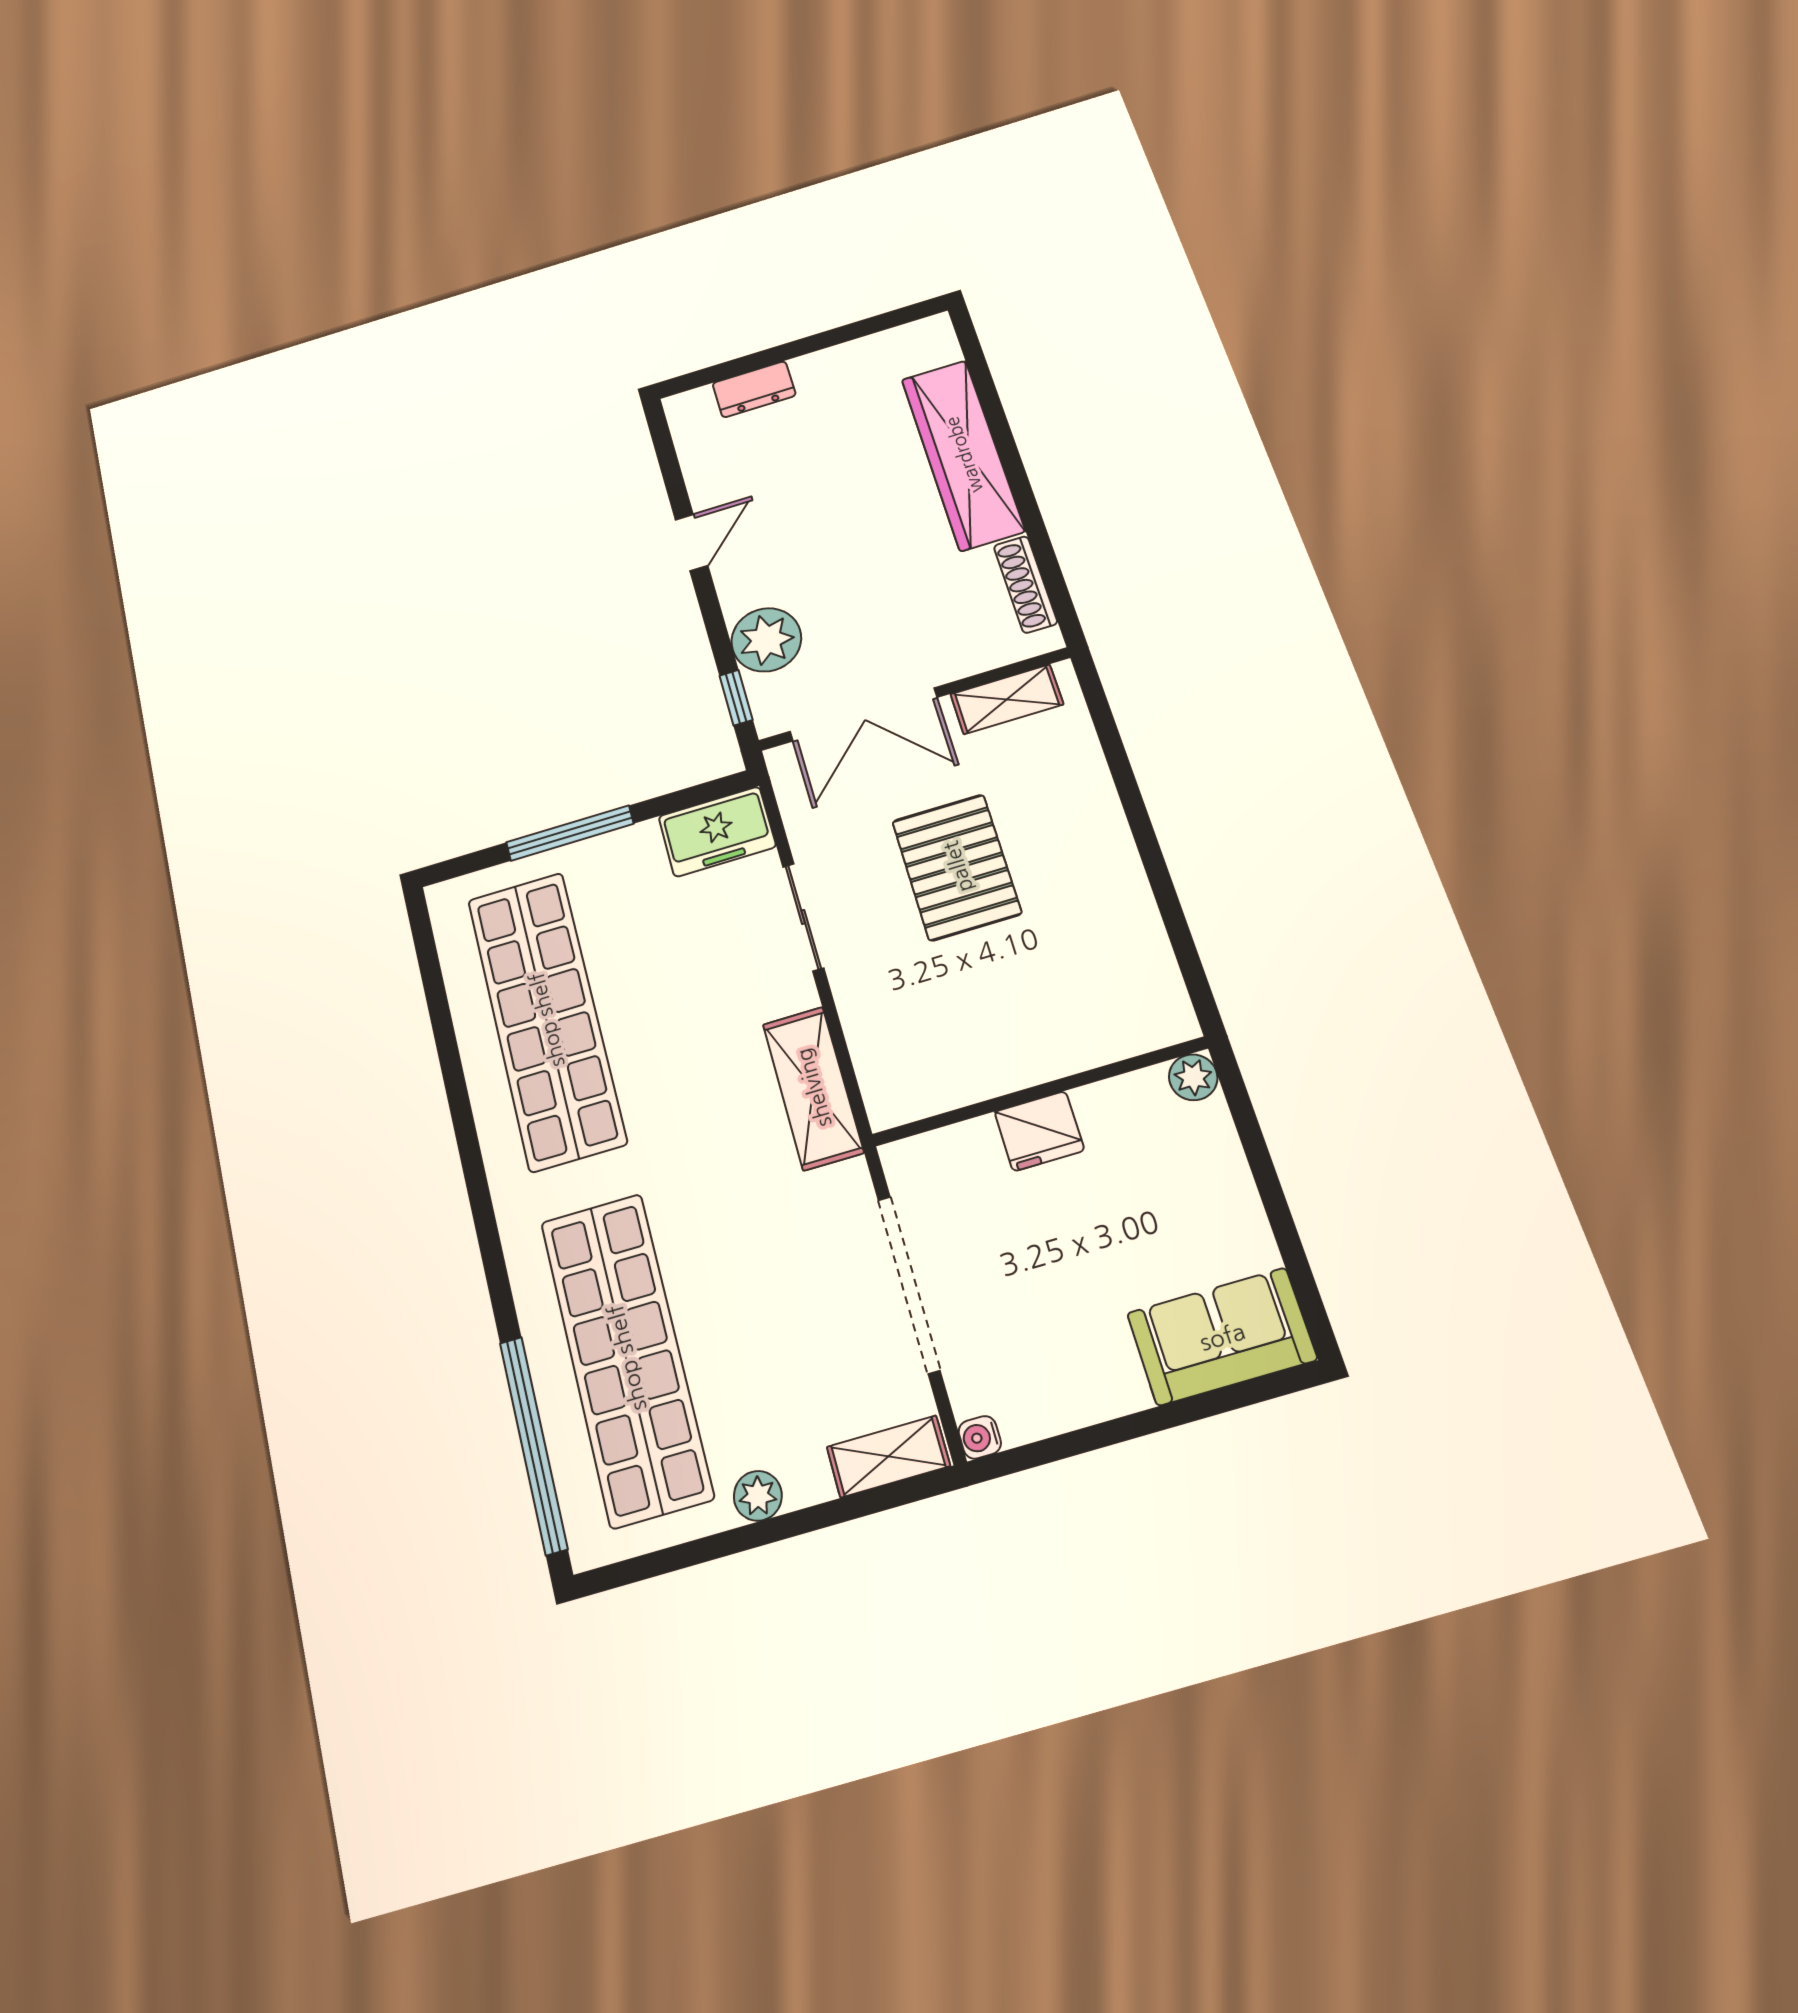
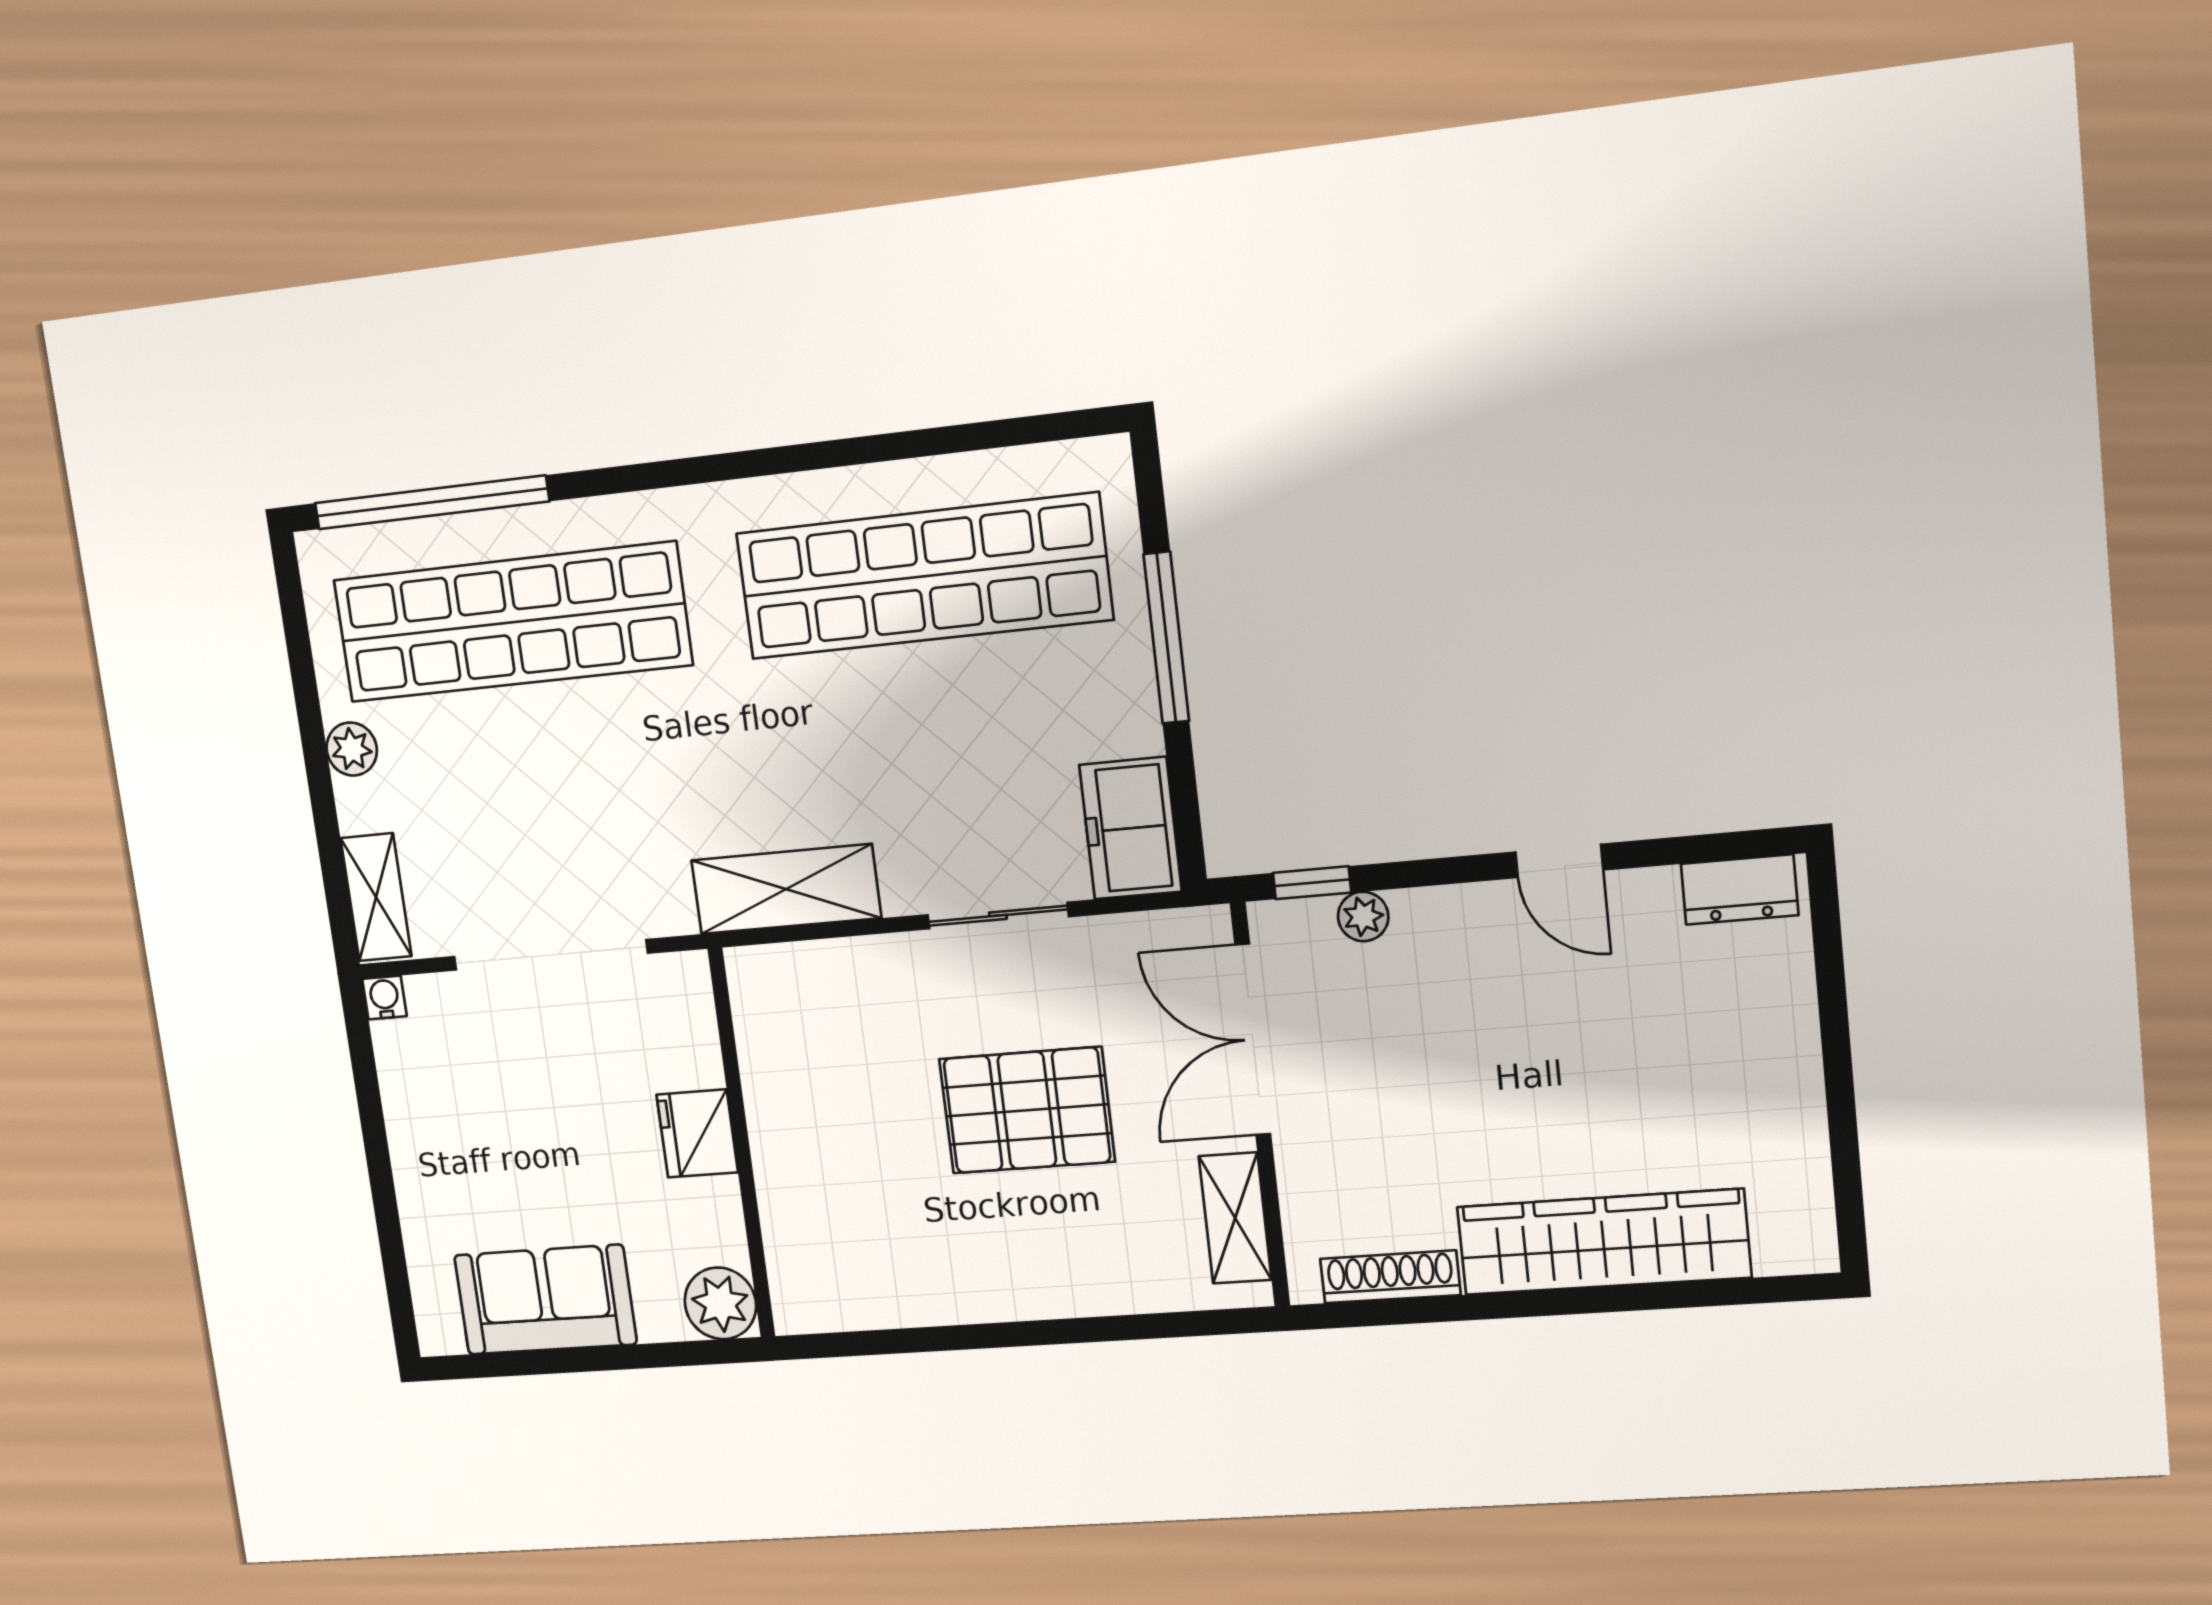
dresser: (754, 389) -> (1740, 889), moved, turned -90
plant: (766, 640) -> (1363, 916), width x0.53, depth x0.53
plant: (1193, 1077) -> (720, 1303), width x1.38, depth x1.38
sofa: (1222, 1336) -> (545, 1300), moved, turned -90

